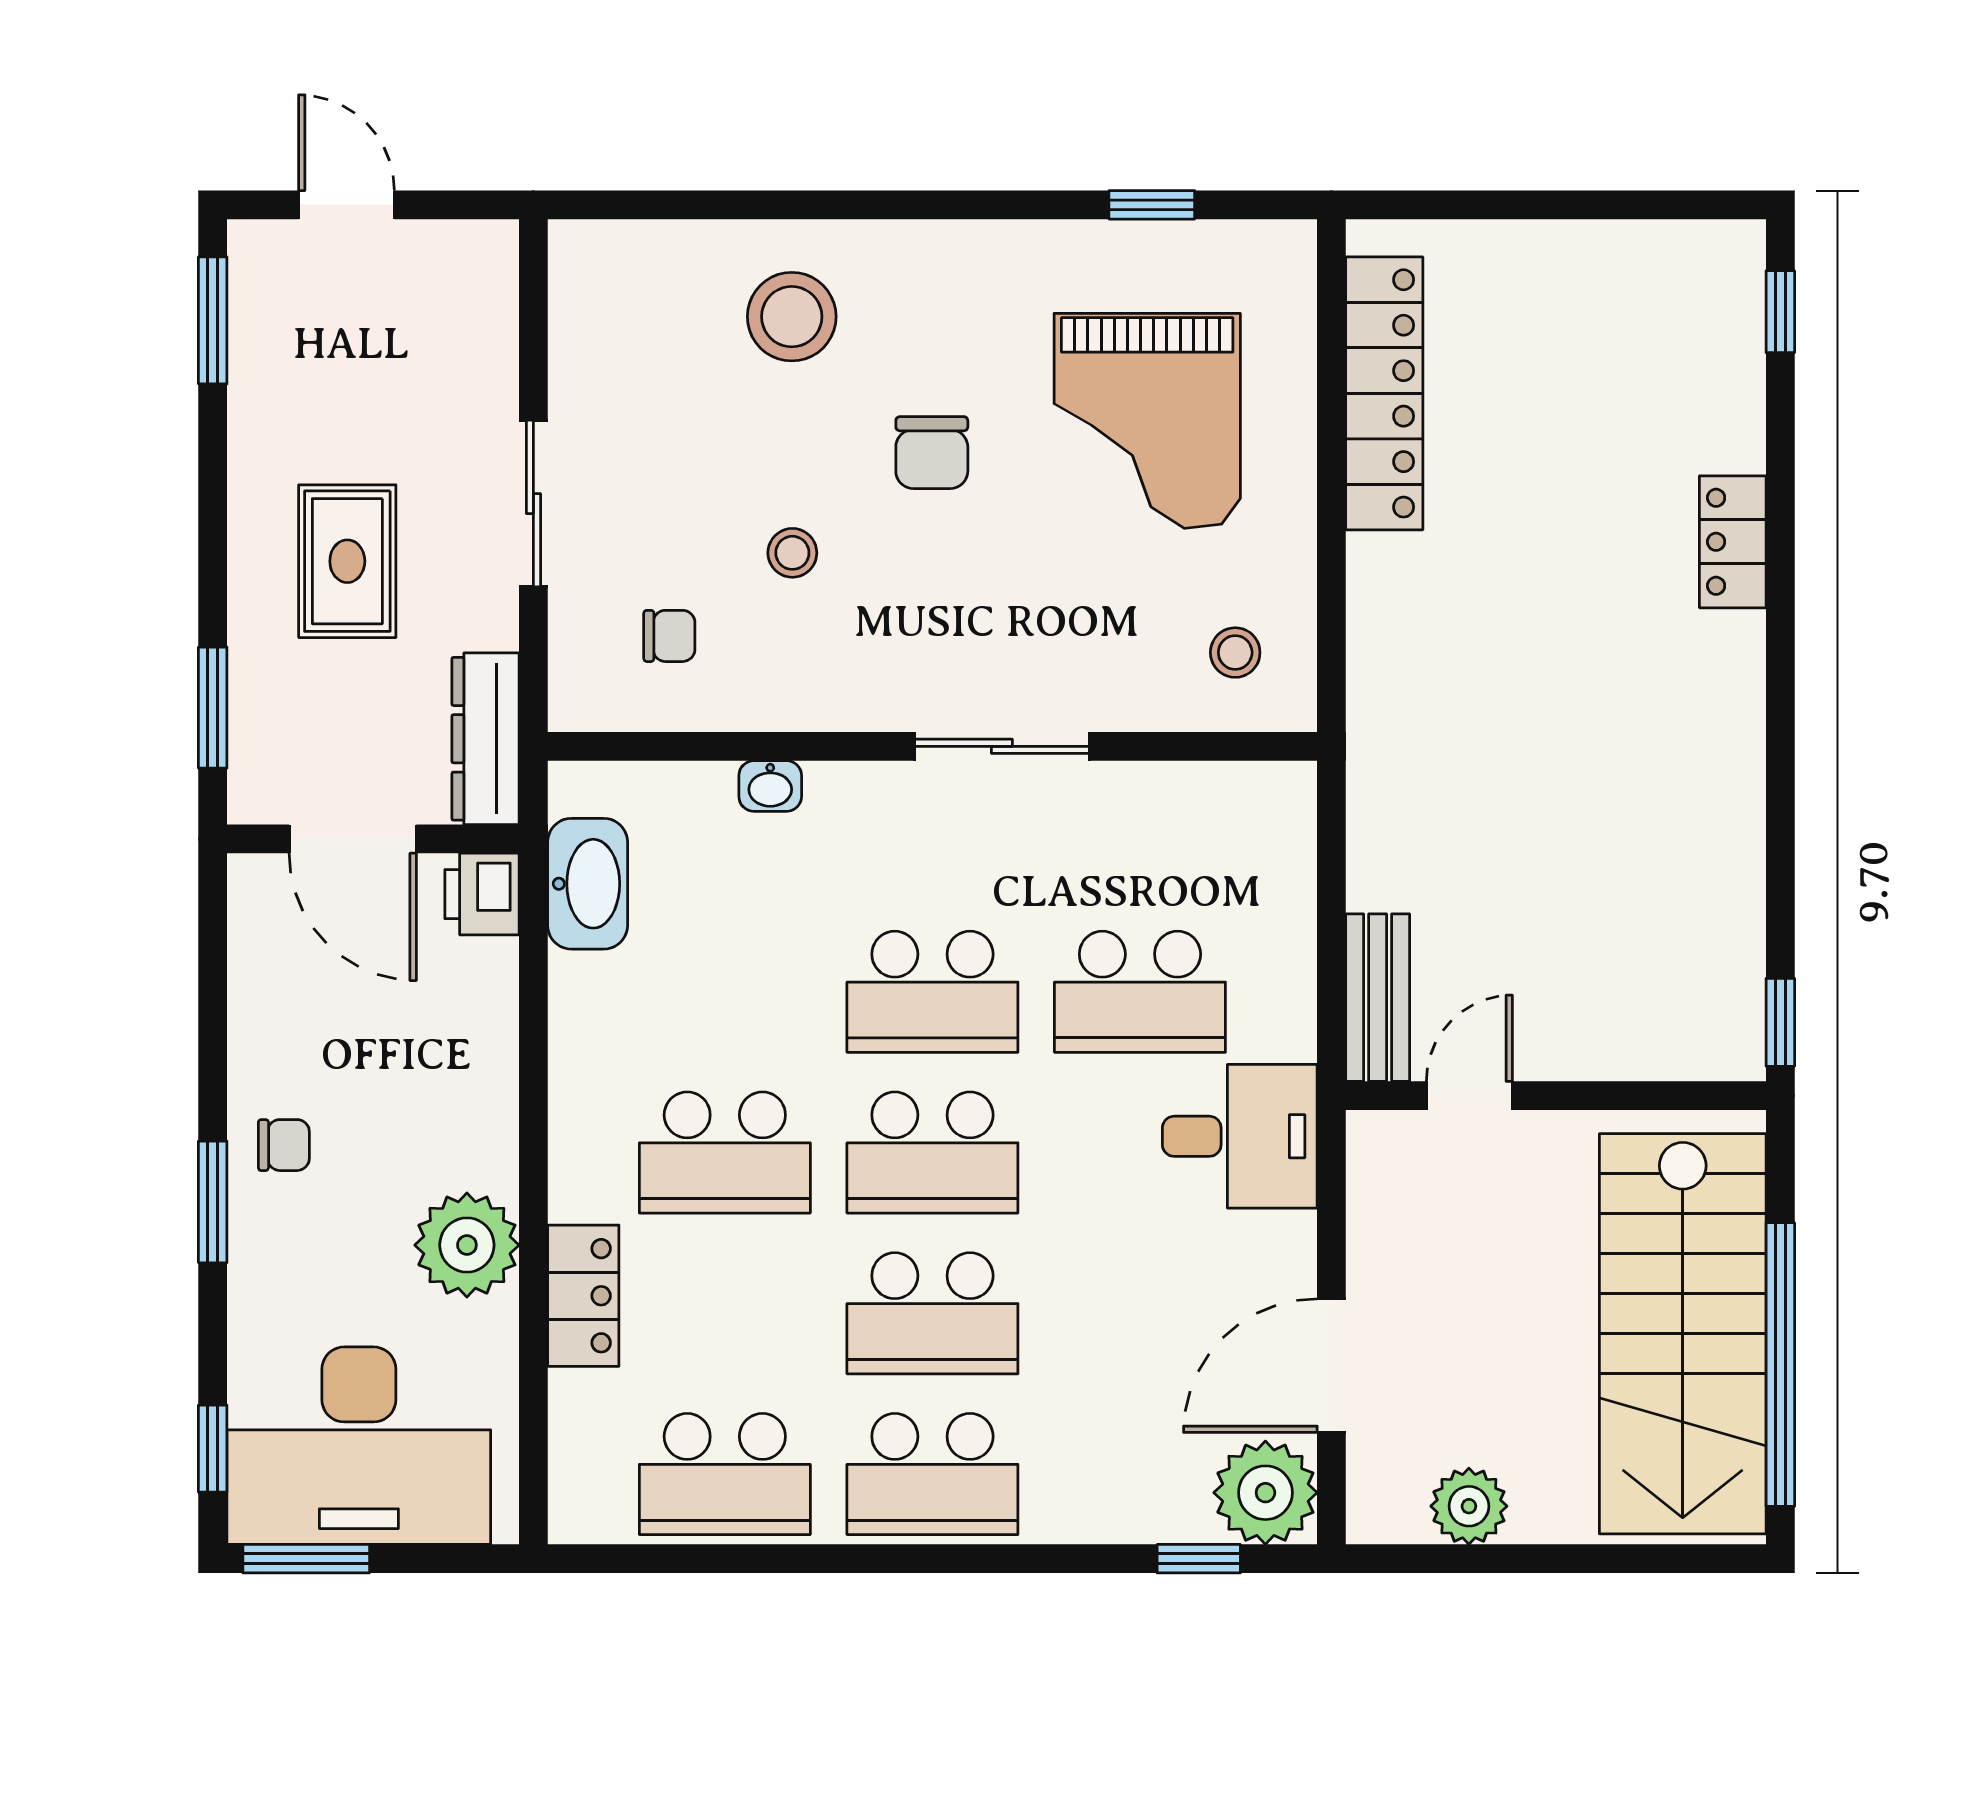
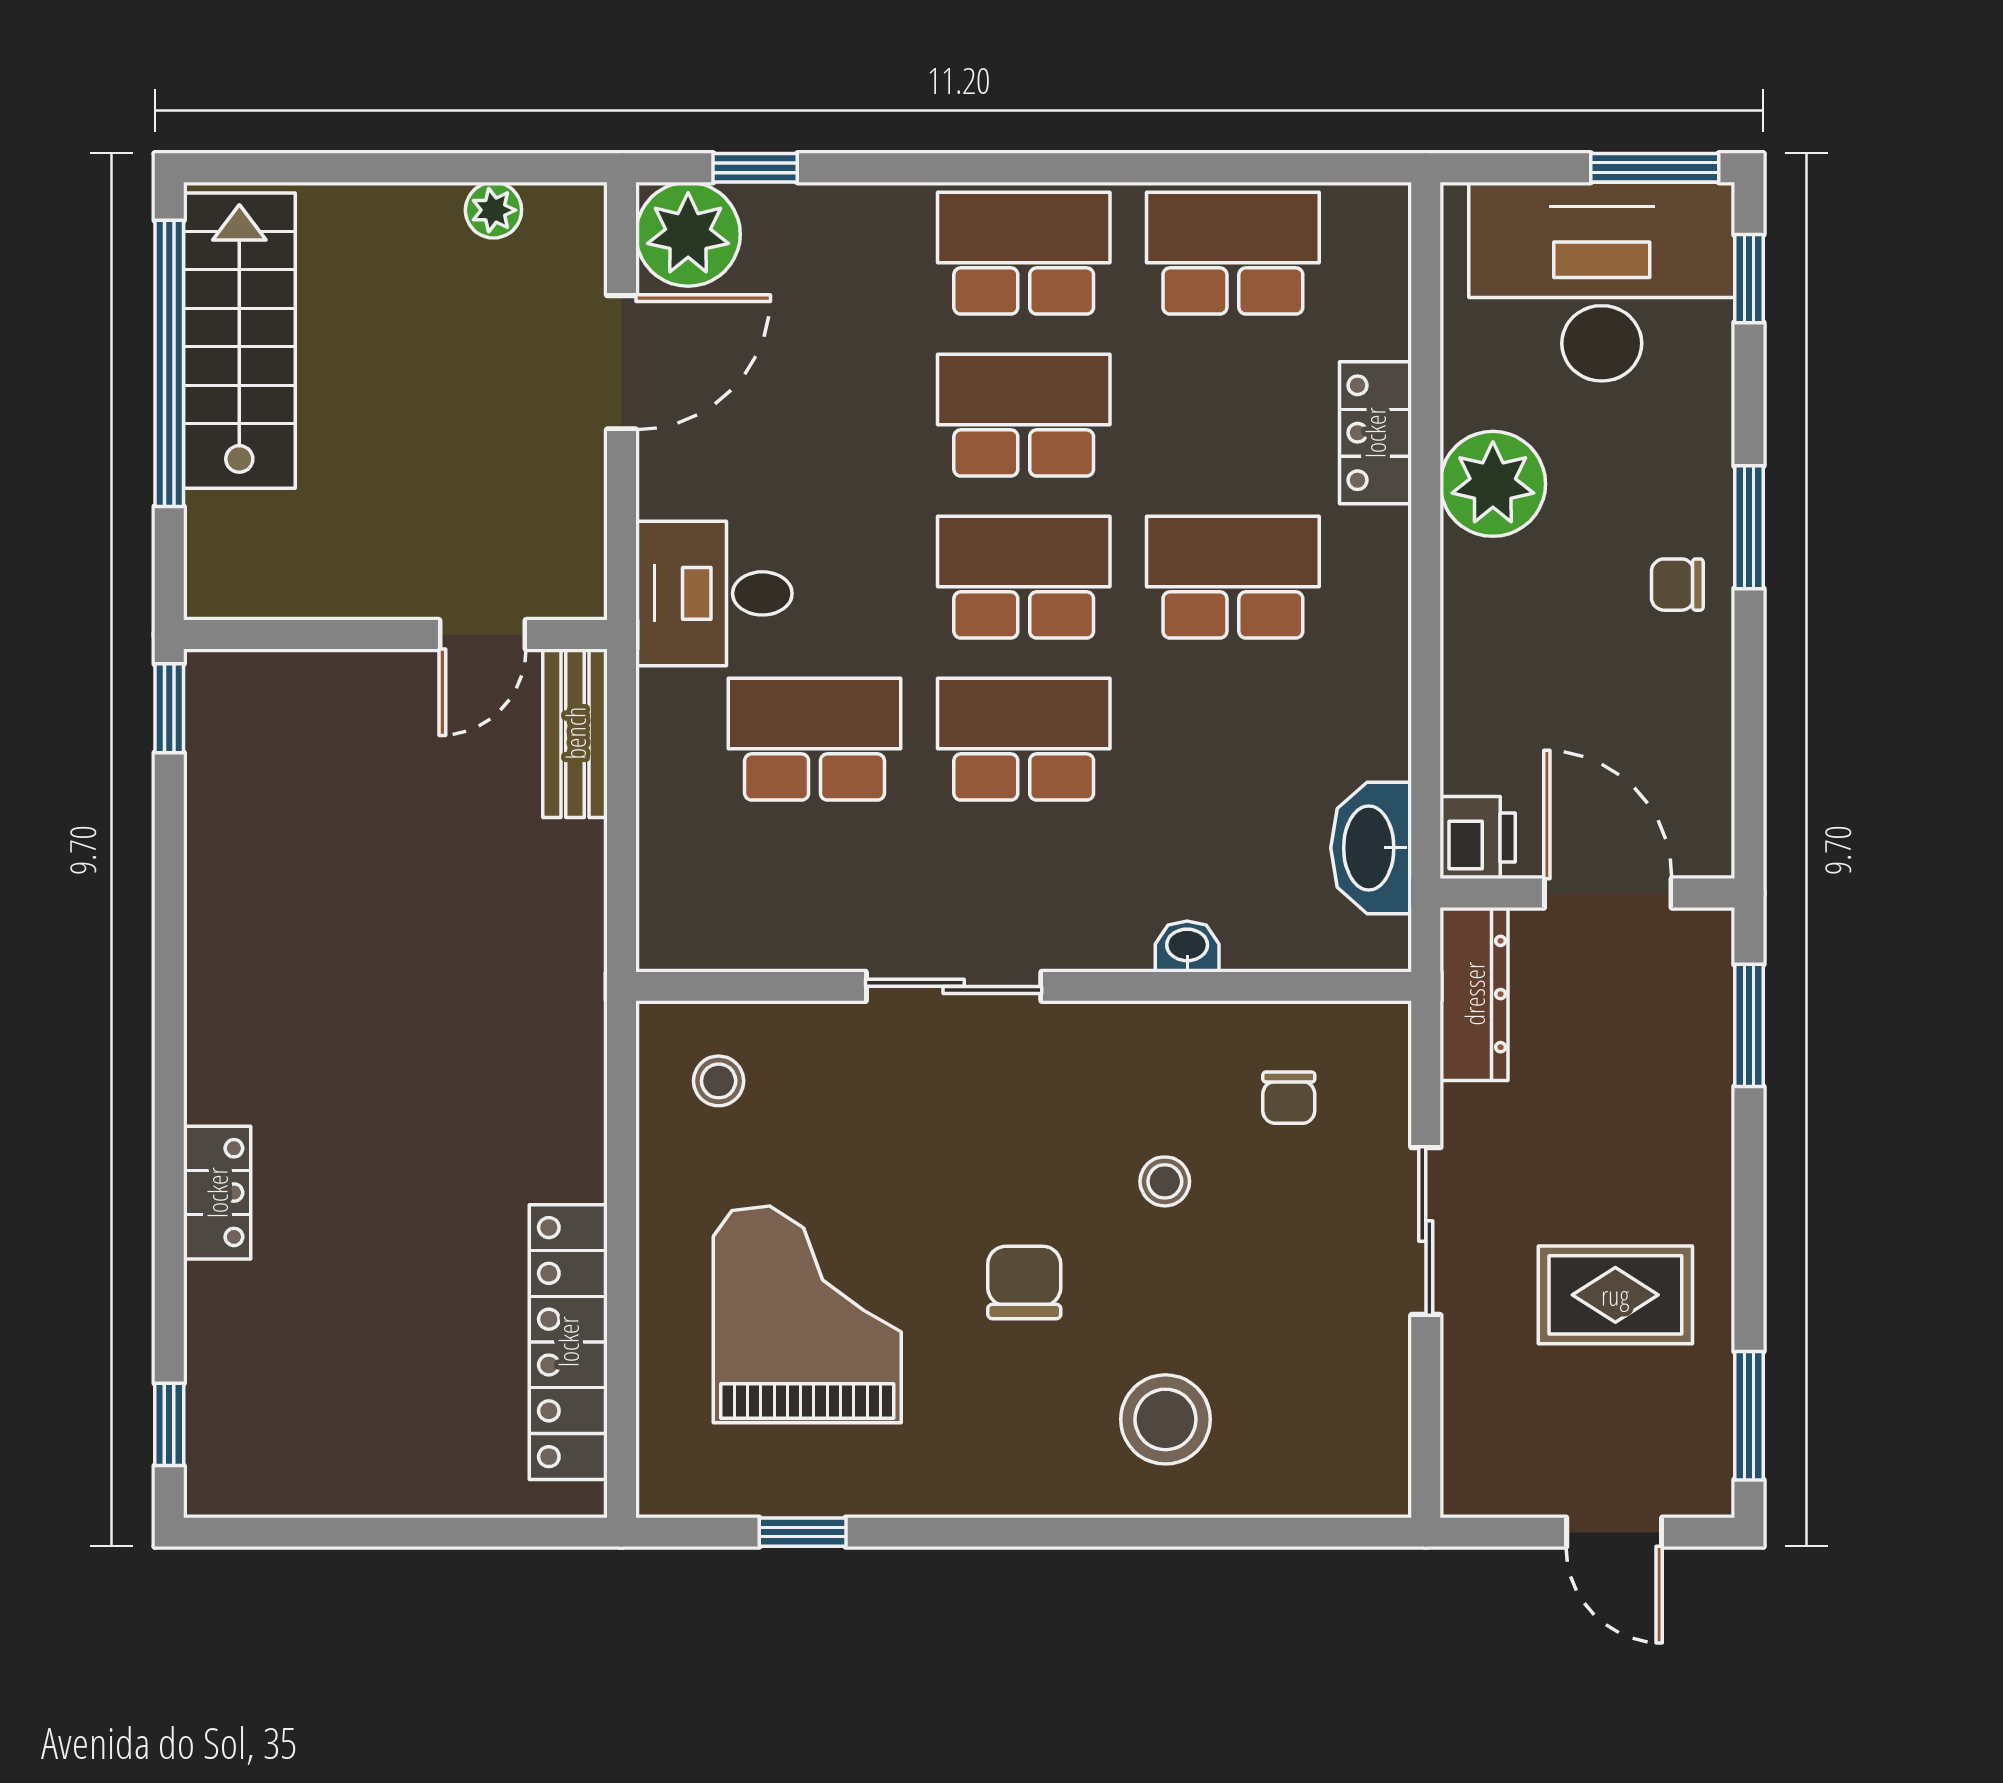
rug: (347, 561) -> (1615, 1295), moved, turned 90
chair: (669, 636) -> (1289, 1098), turned -90
stairs: (1683, 1334) -> (239, 341), width x0.73, depth x0.66
plant: (1469, 1506) -> (493, 210), width x0.73, depth x0.73

